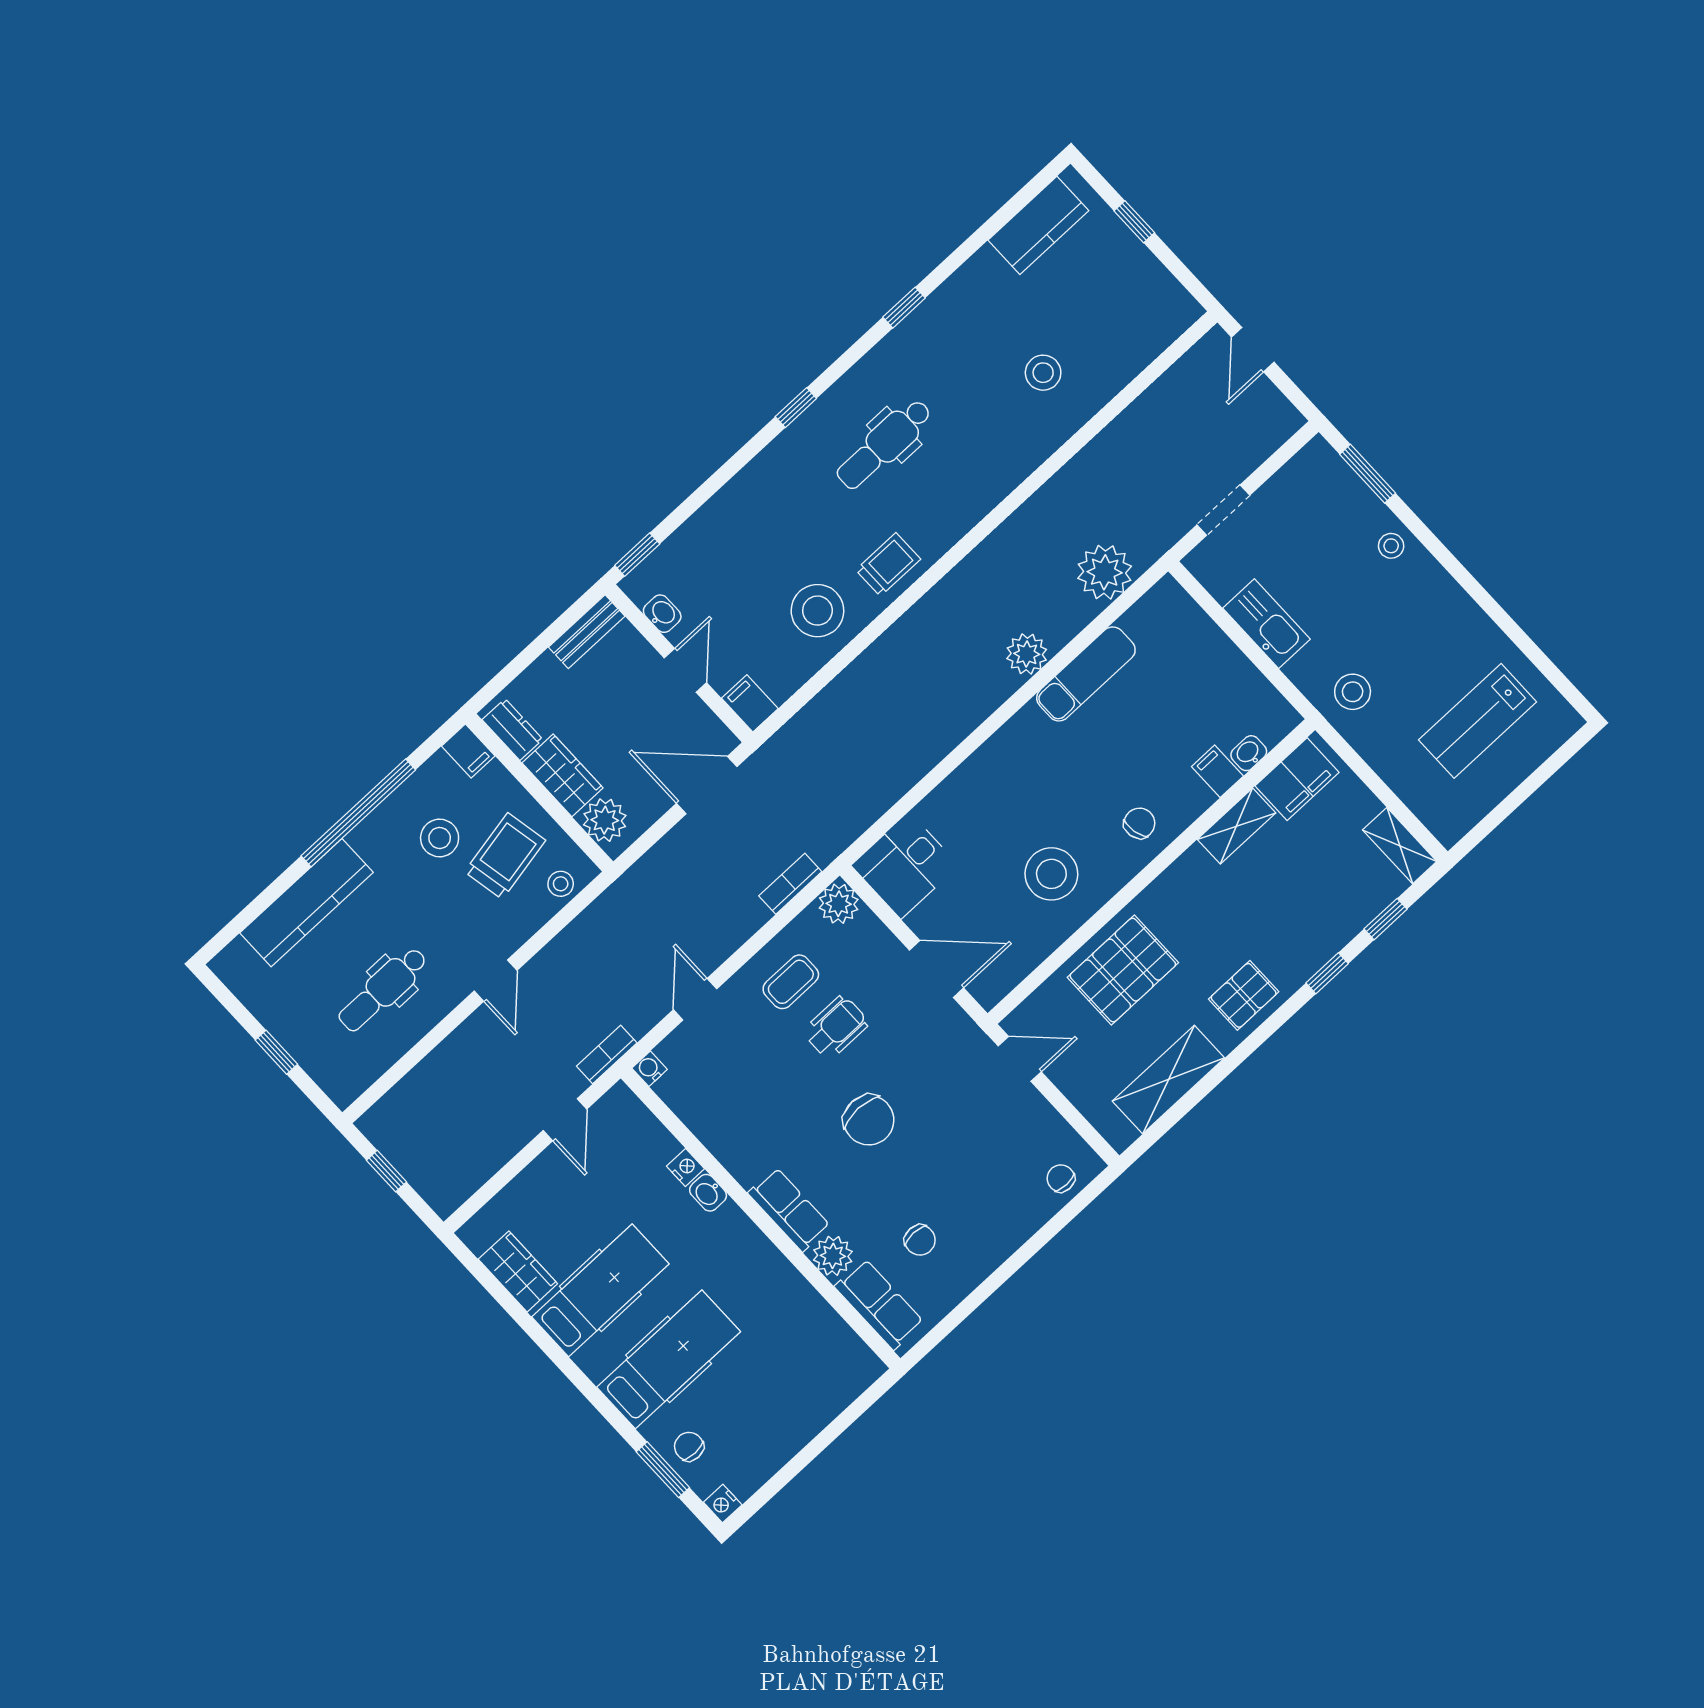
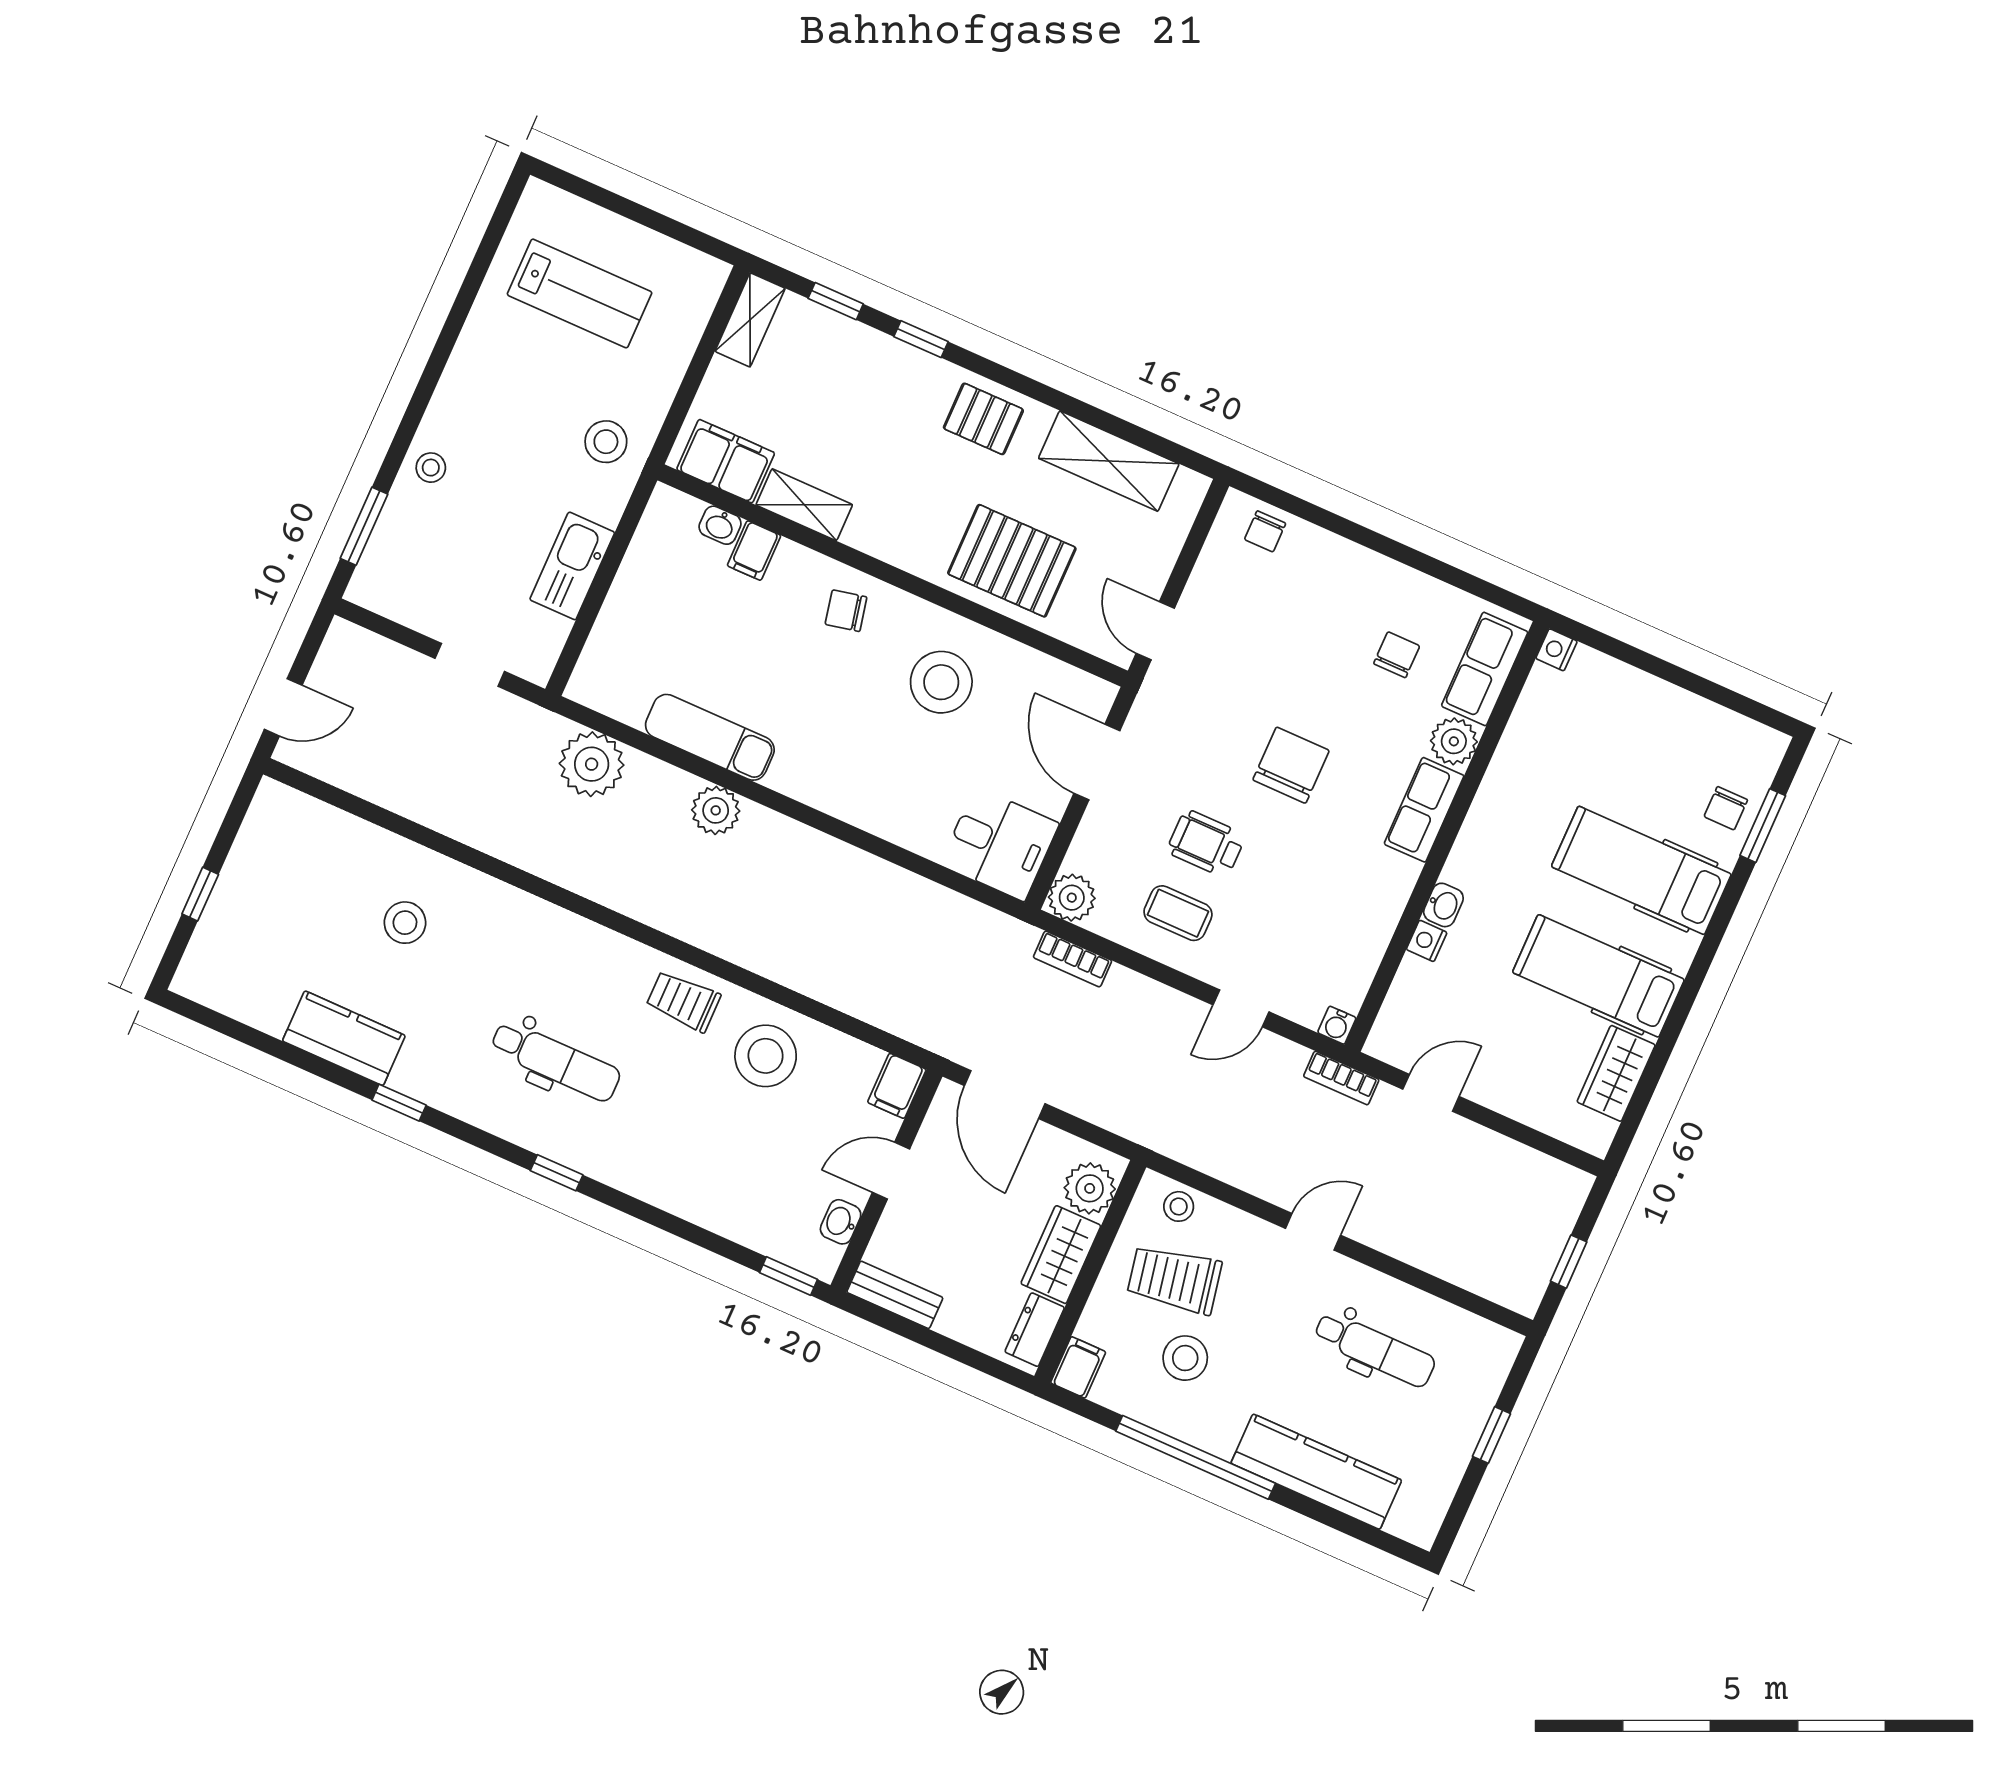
kitchen counter: (1038, 225) -> (344, 1038), moved
nightstand: (723, 1504) -> (1557, 650), moved, turned 180

